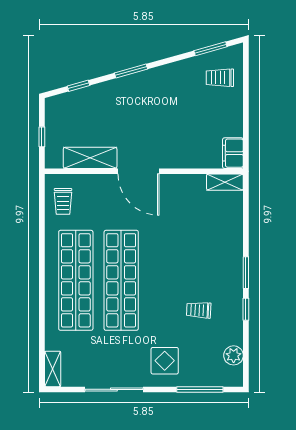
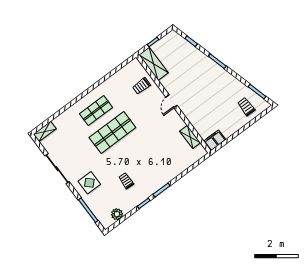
shelving: (90, 158) -> (154, 64), moved
door: (138, 171) -> (172, 101), width x0.53
shelving: (225, 182) -> (190, 137), moved
trolley: (63, 201) -> (141, 86), moved
shop shelf: (76, 280) -> (96, 111), width x0.50, depth x0.74
shop shelf: (121, 280) -> (112, 133), width x0.71

